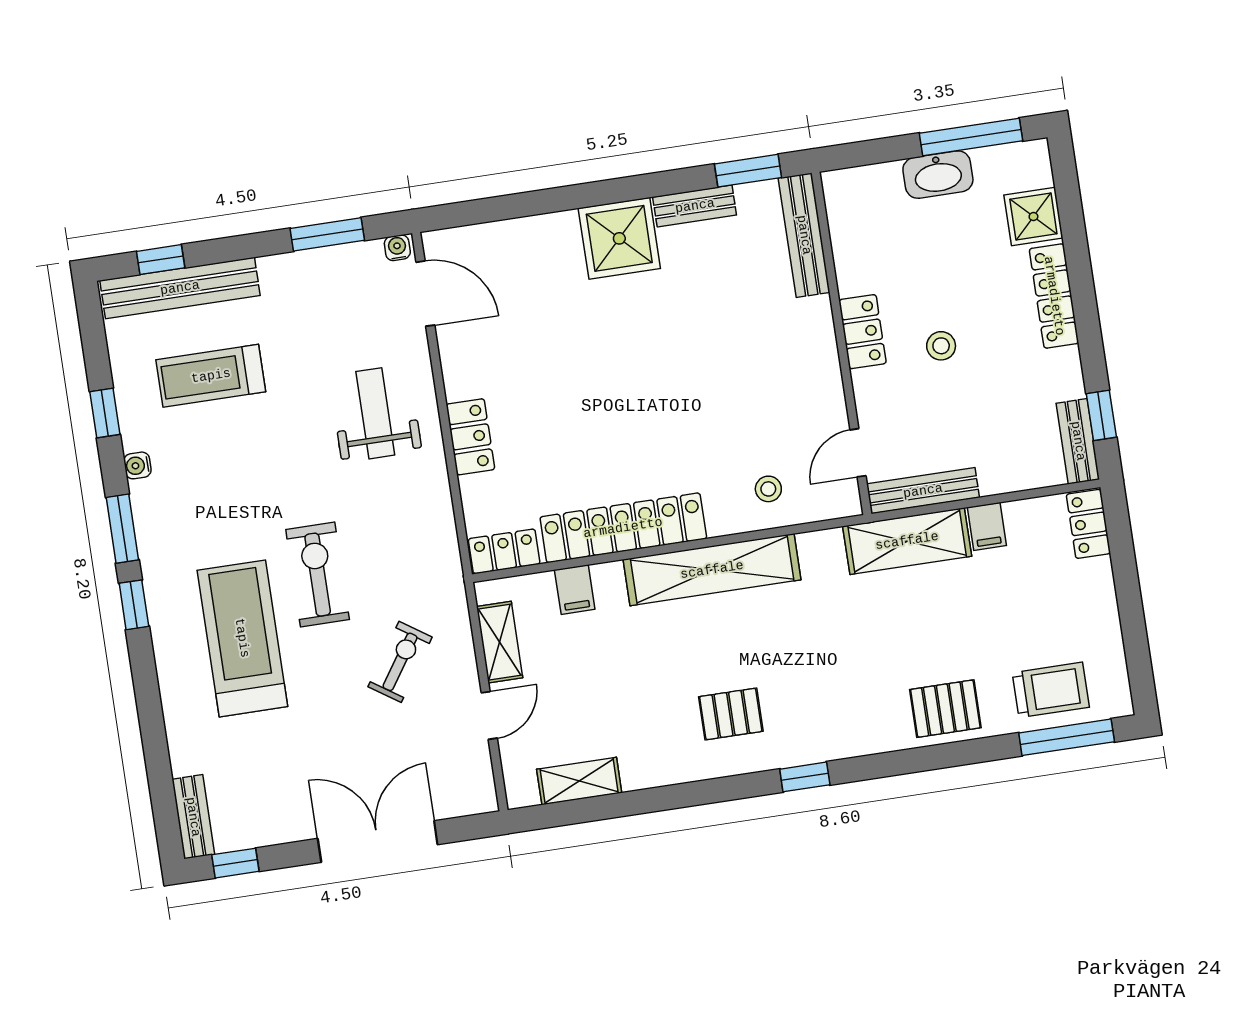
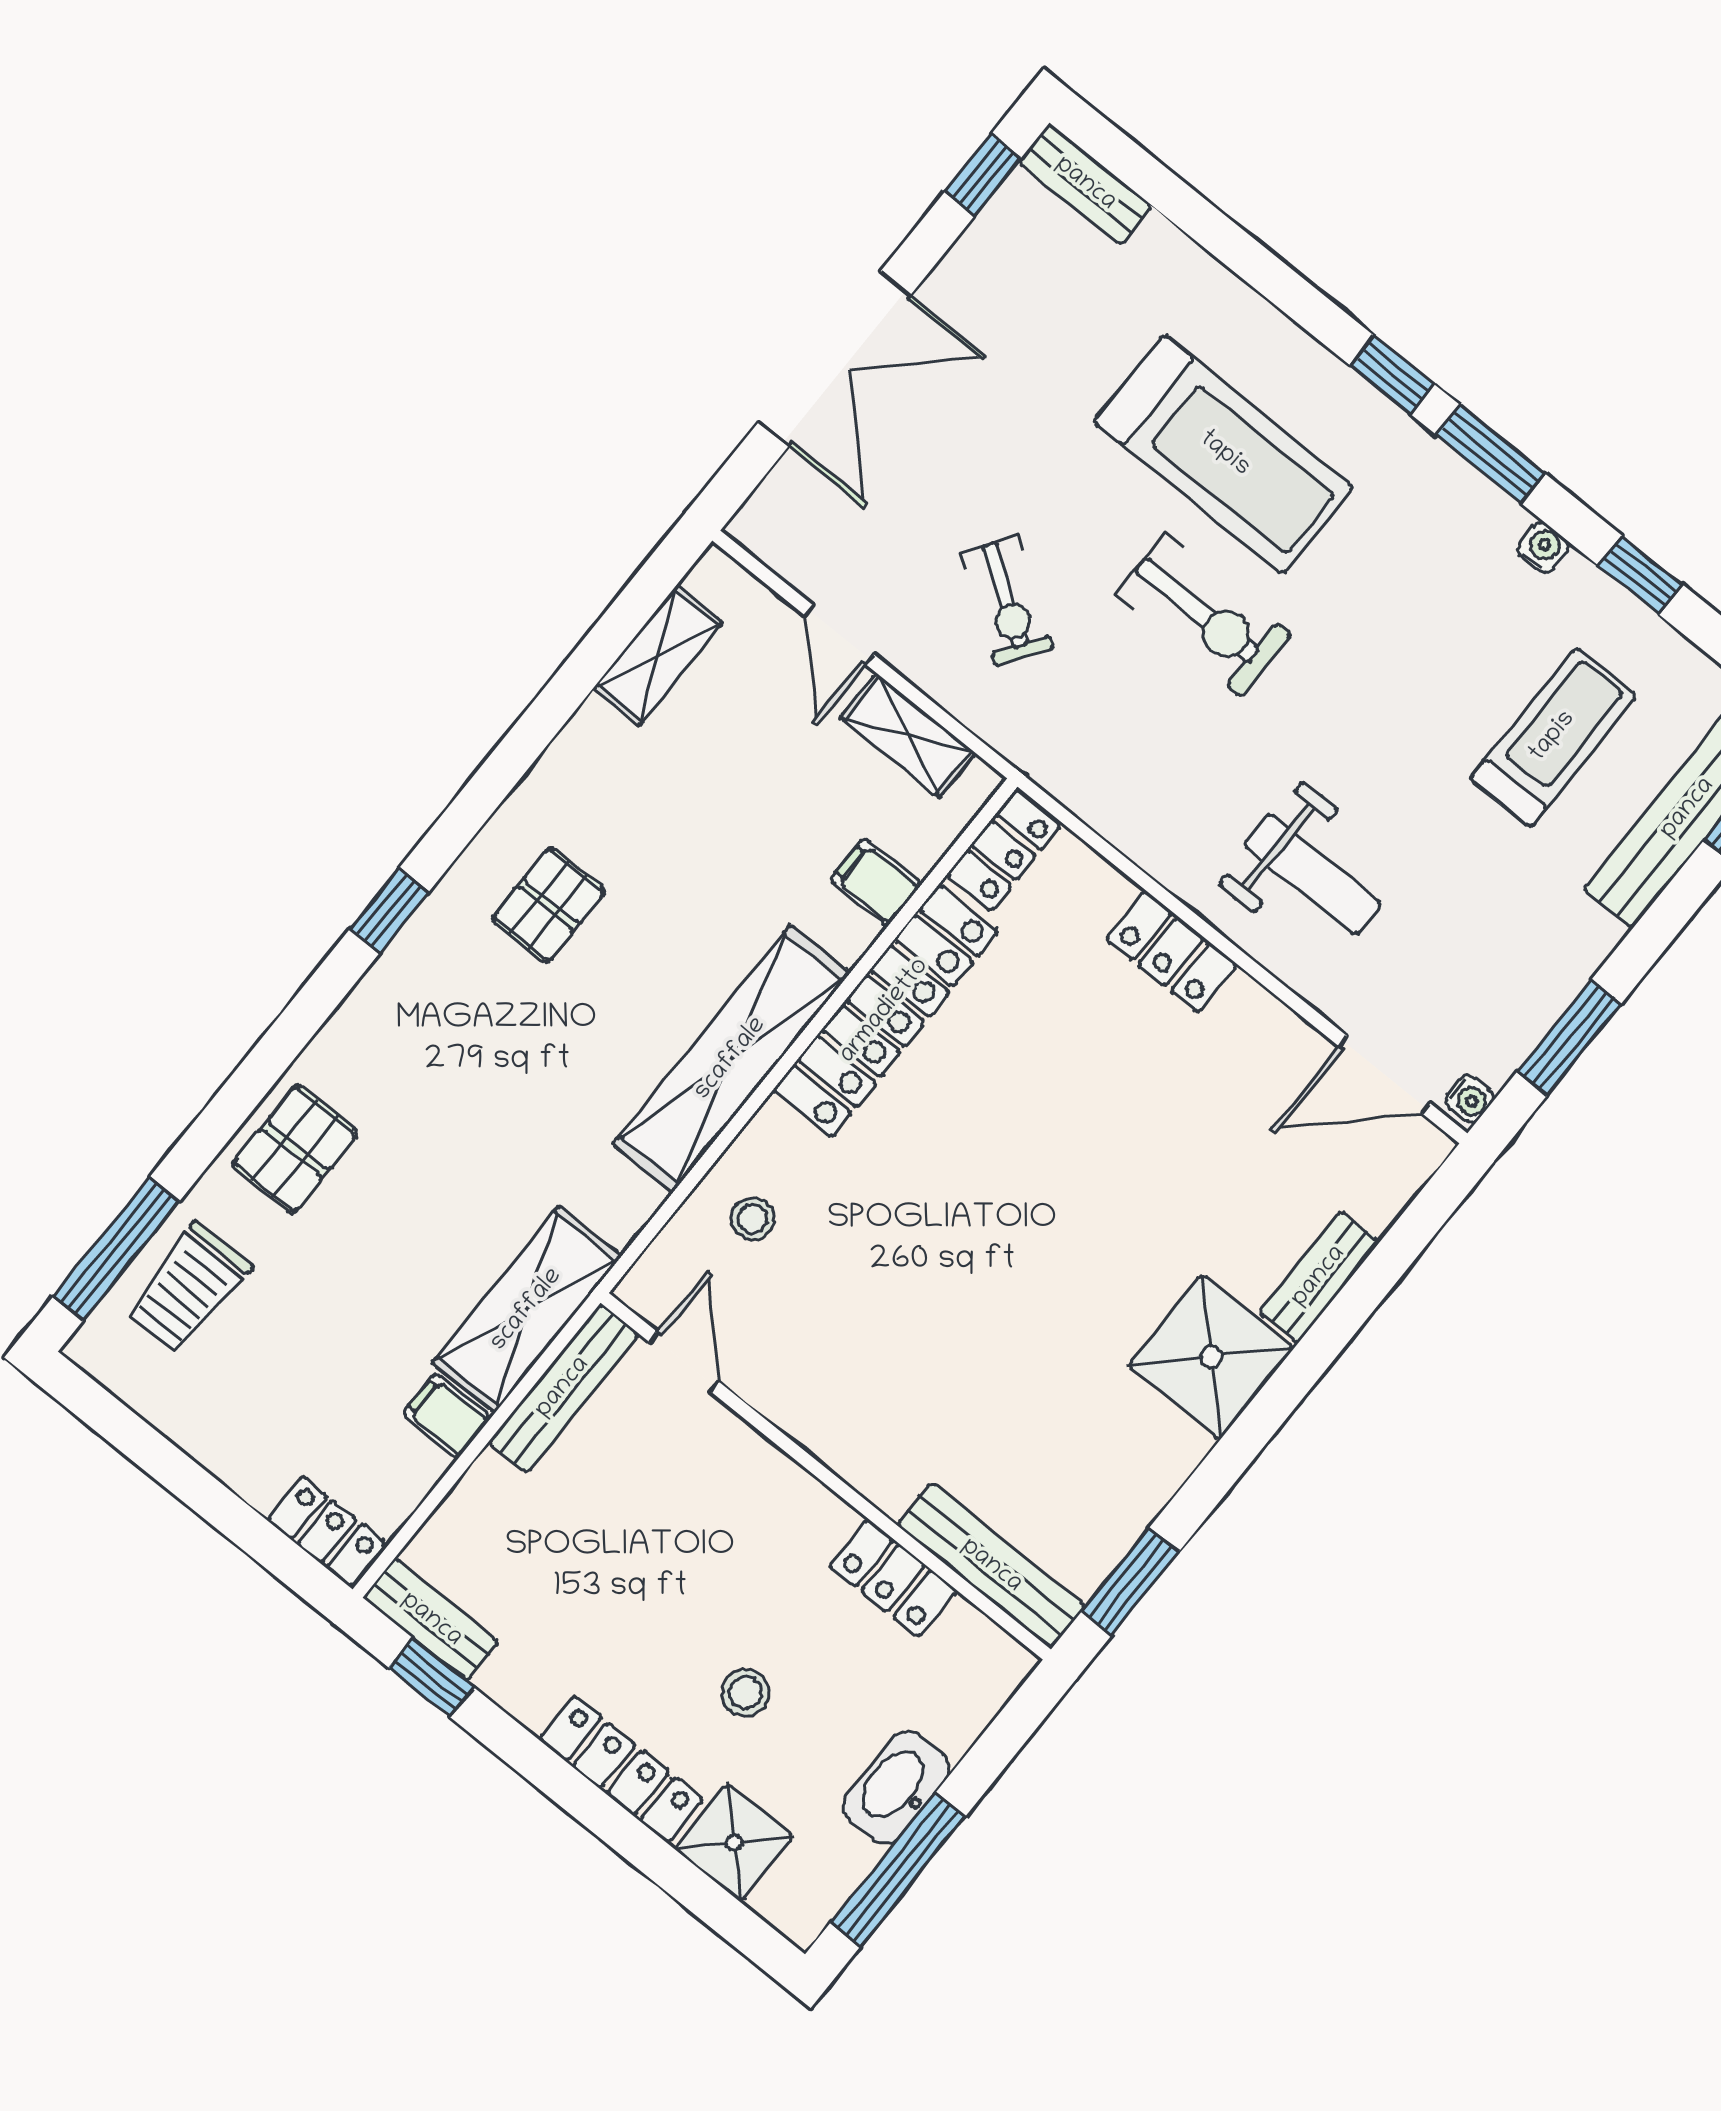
bench: (695, 206) -> (1319, 1277), moved
locker: (863, 332) -> (893, 1578), moved
stool: (941, 346) -> (745, 1693), moved

